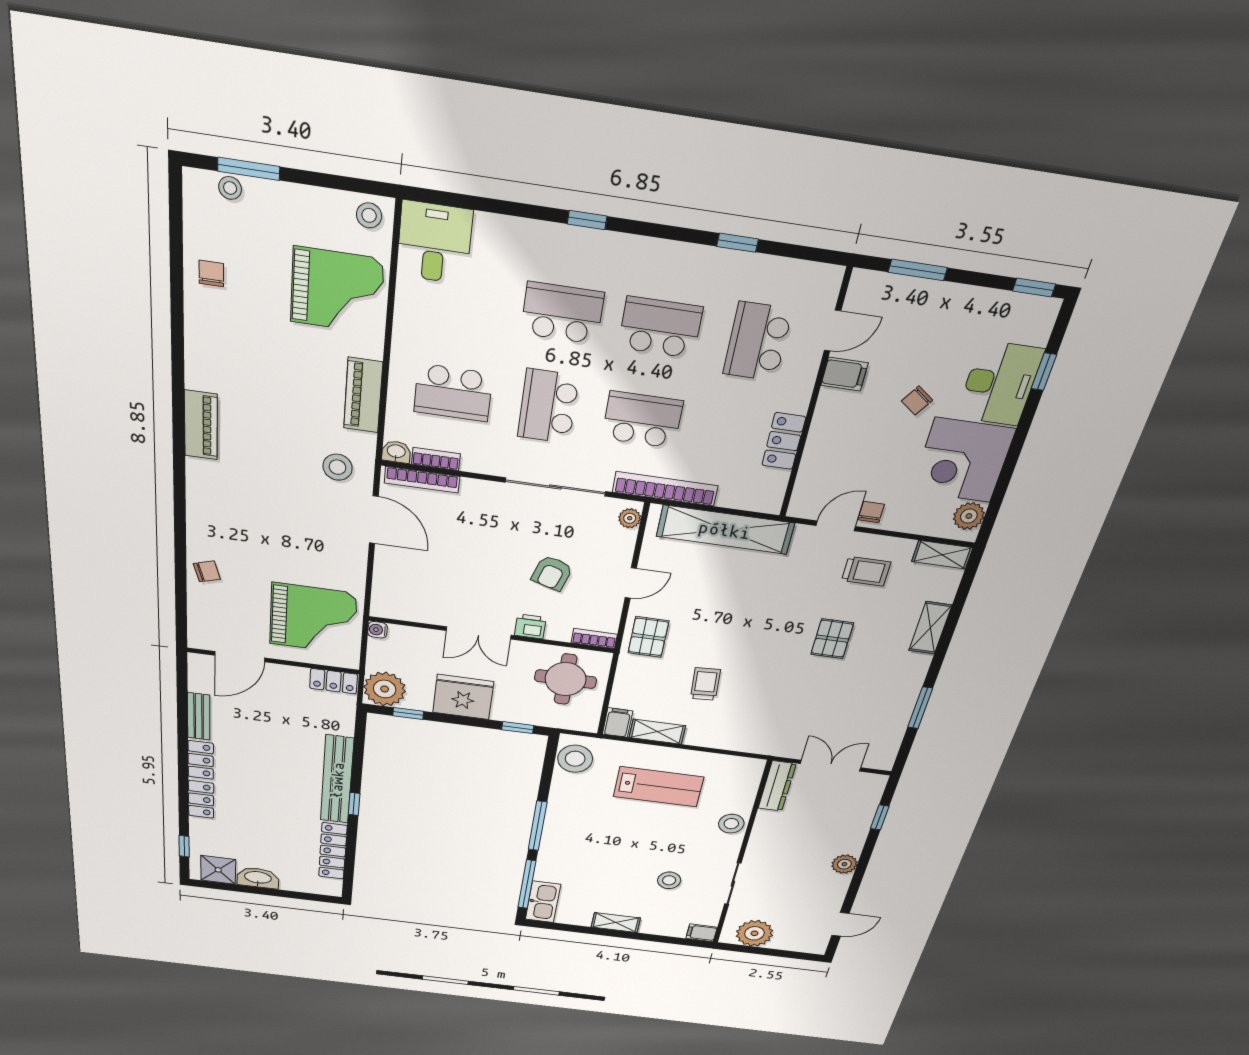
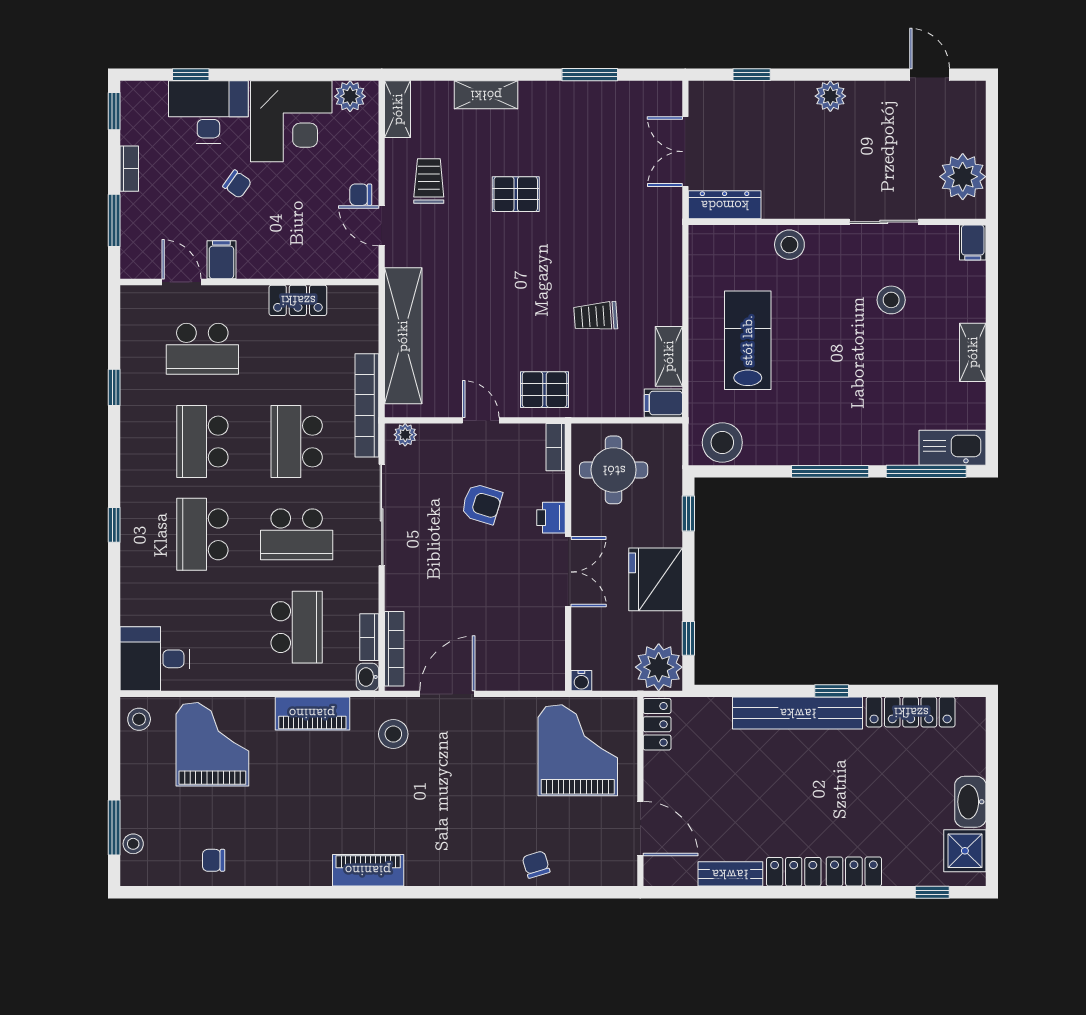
bookcase: (968, 294) -> (129, 169), added

